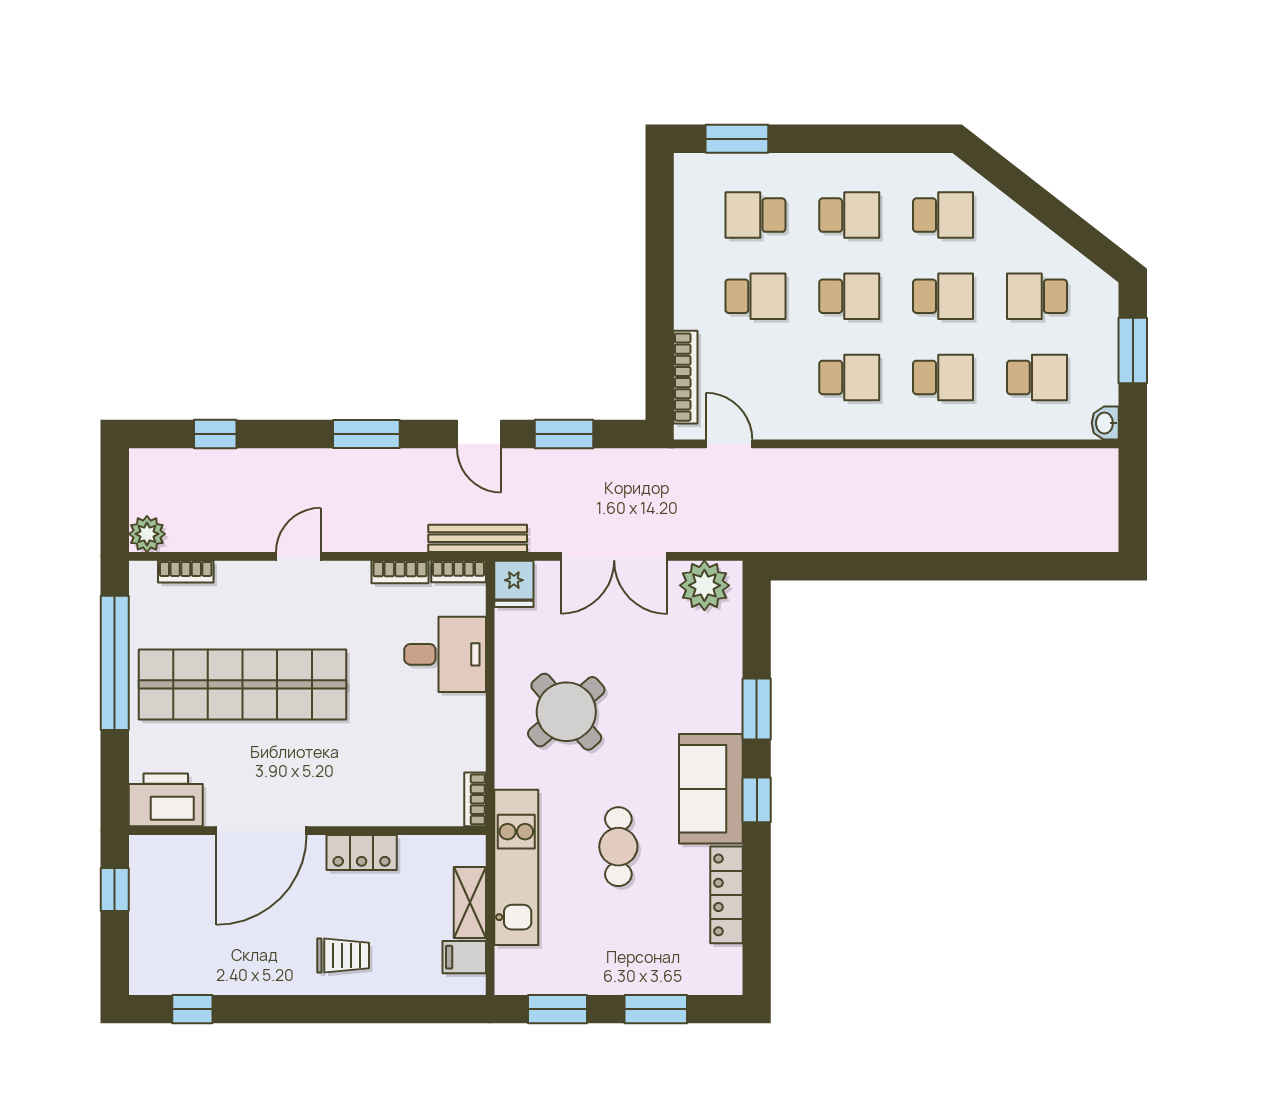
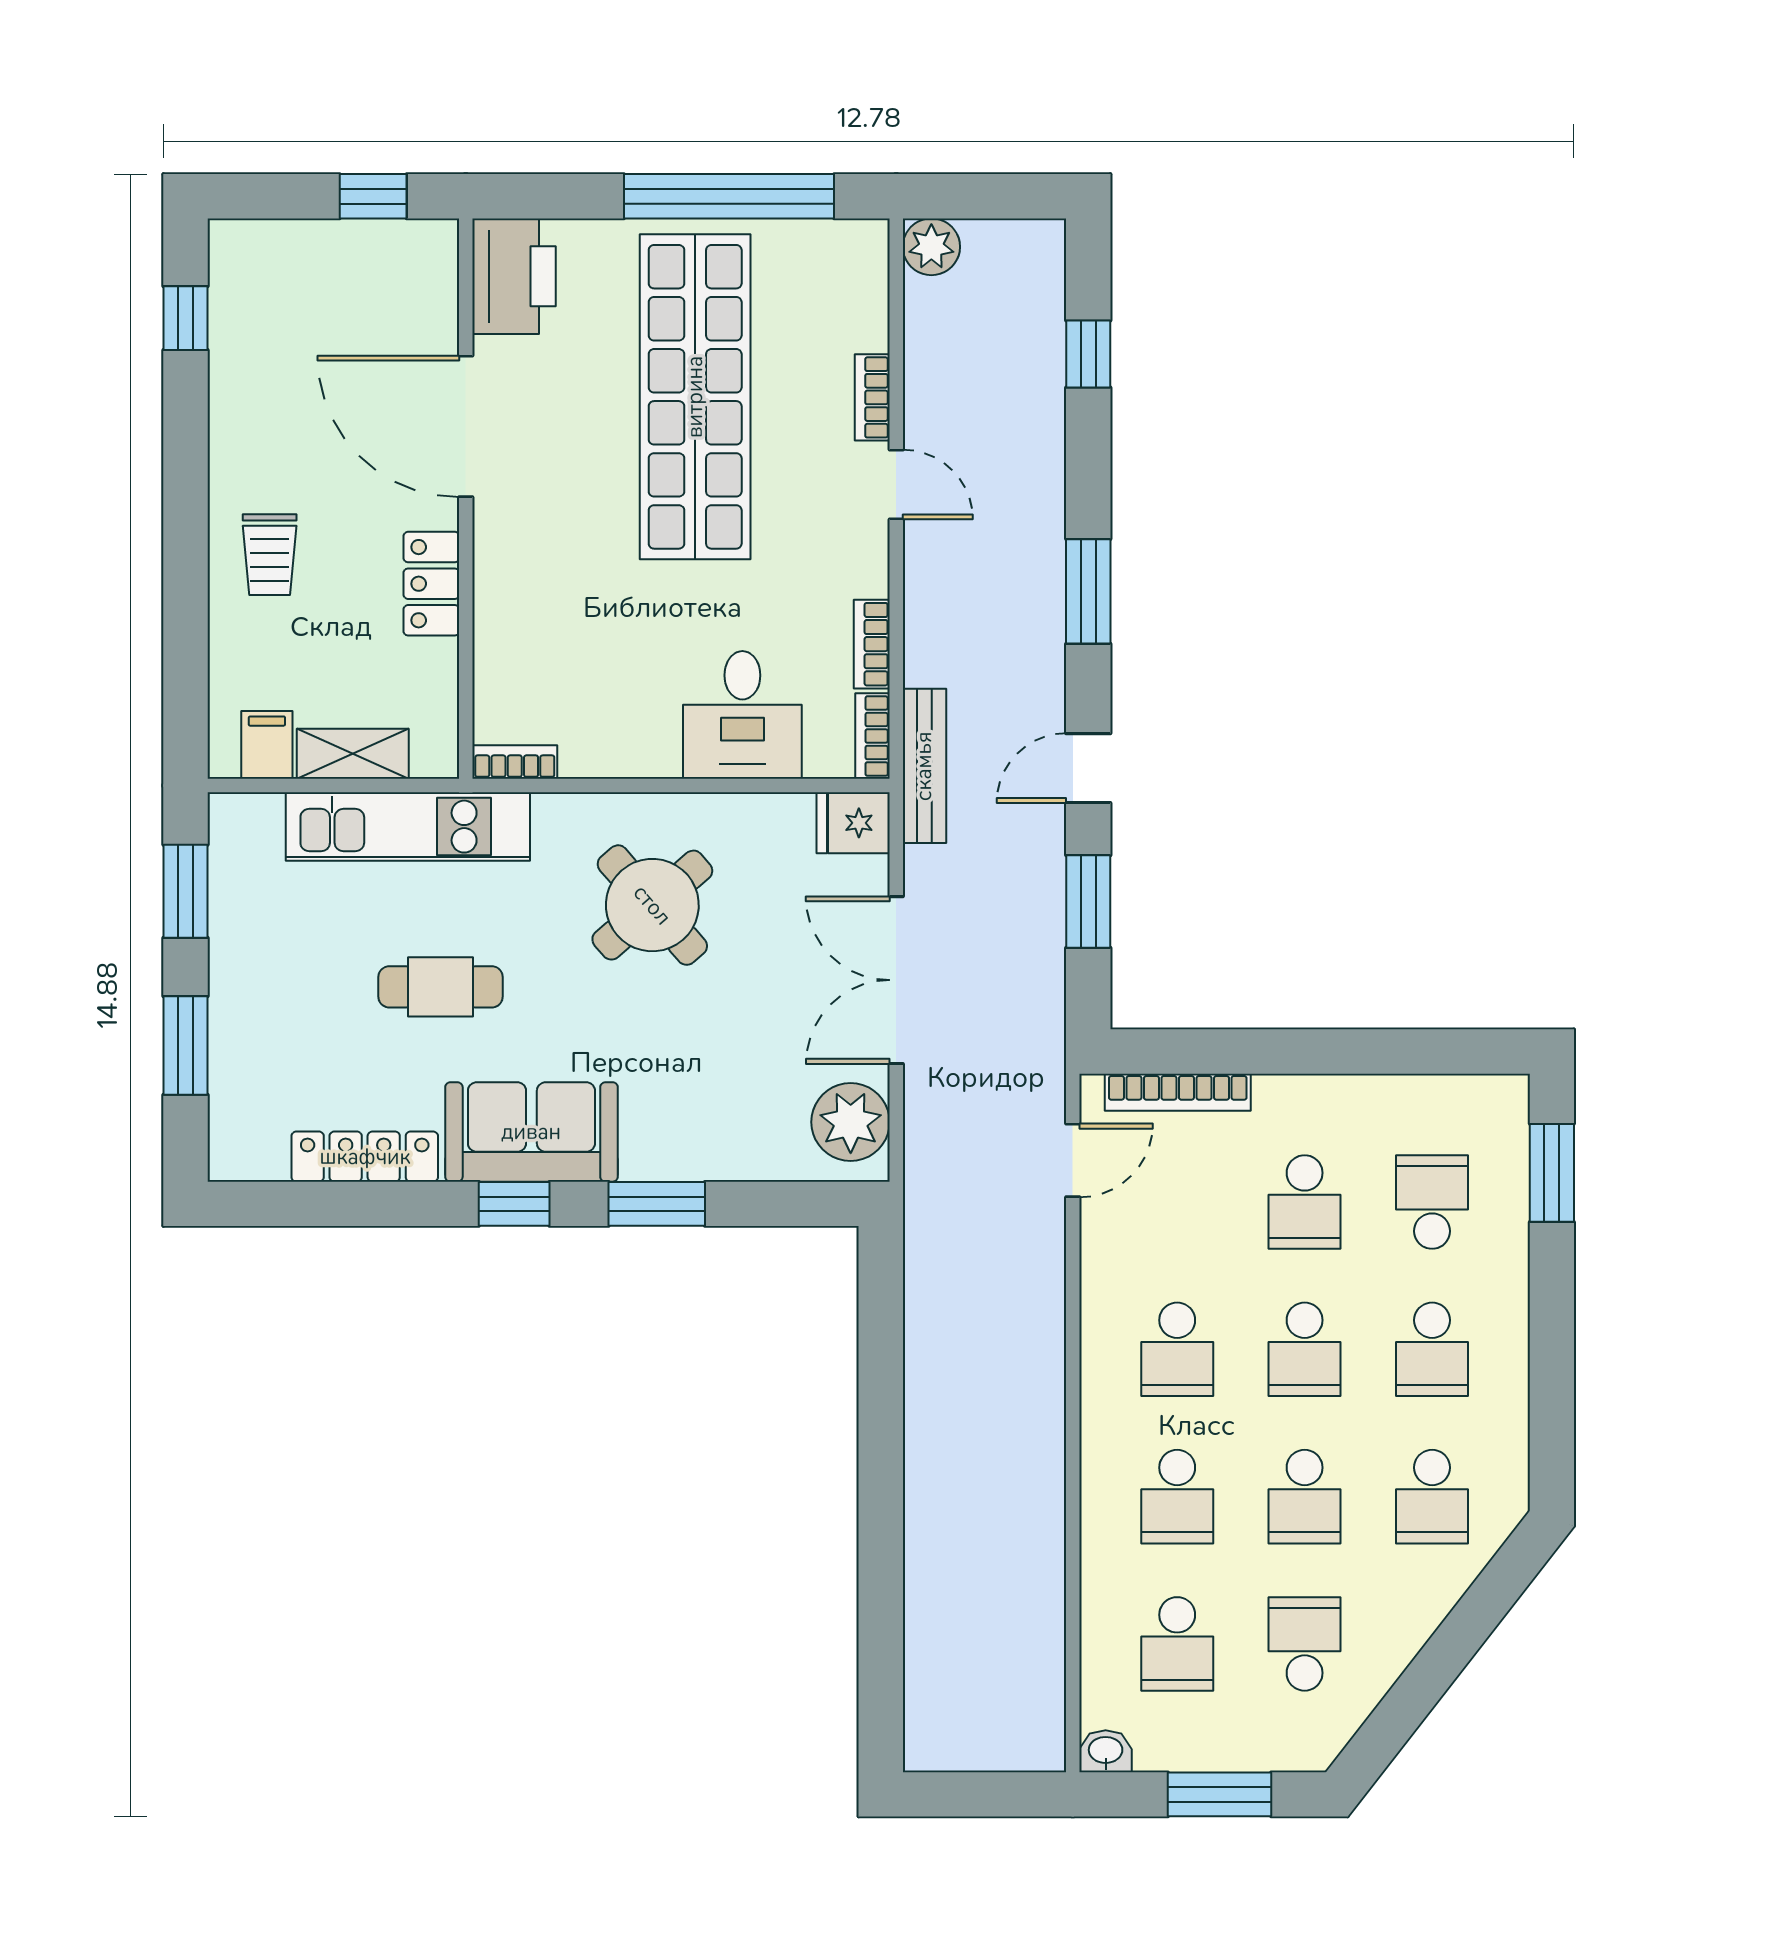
bookcase: (186, 572) -> (872, 397), moved

